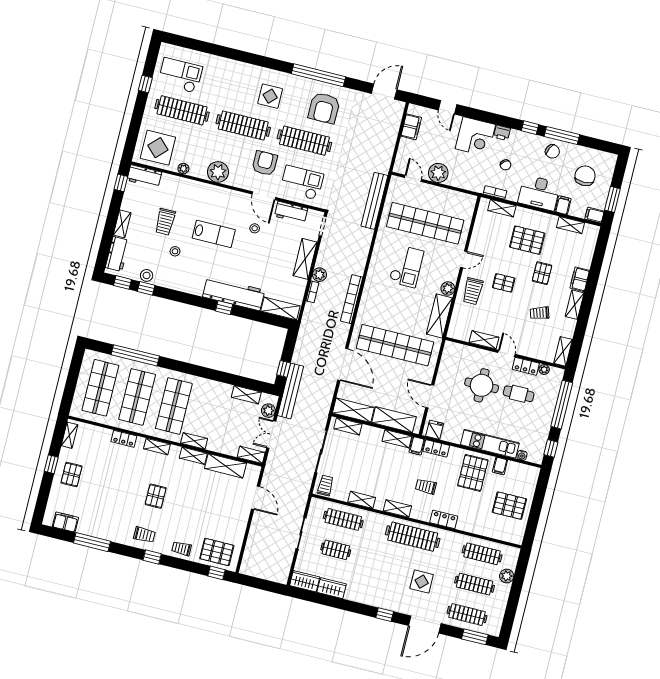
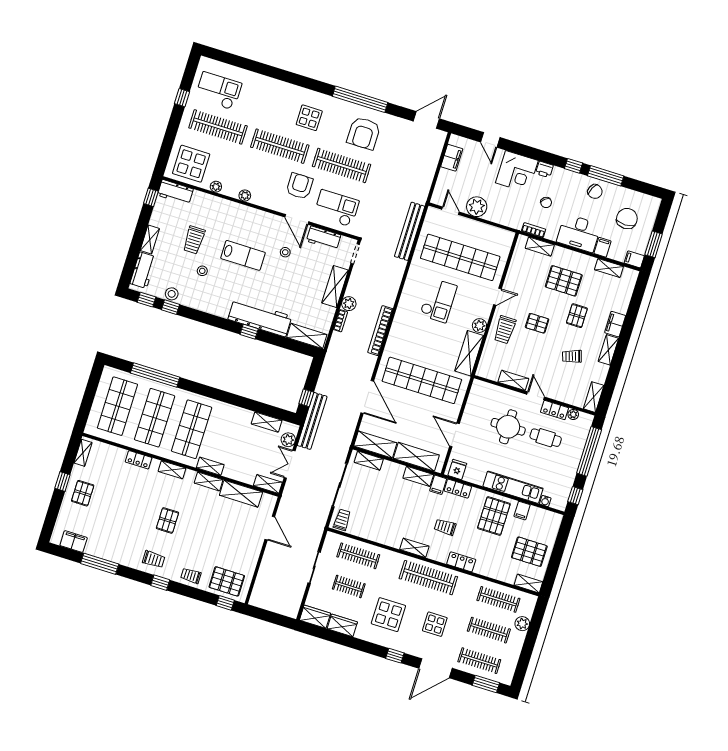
plant: (218, 172) -> (245, 195), width x0.53, depth x0.53
shelving: (362, 500) -> (528, 584), moved
display table: (376, 575) -> (388, 615), added

